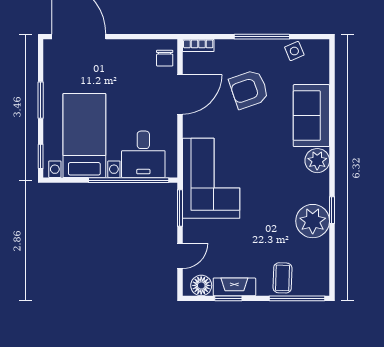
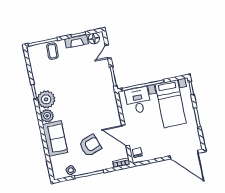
door: (180, 94) -> (125, 135), hinge flipped
corner sofa: (211, 178) -> (100, 95), removed
plant: (313, 221) -> (46, 99), moved

